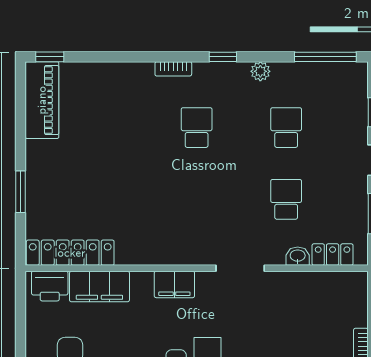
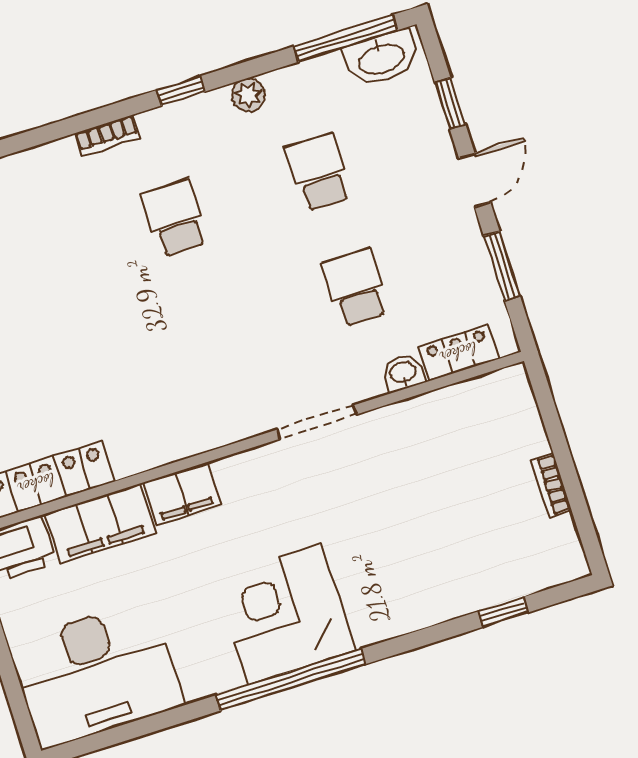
washbasin: (342, 74) -> (381, 58), added
filing cabinet: (174, 284) -> (182, 494), moved

